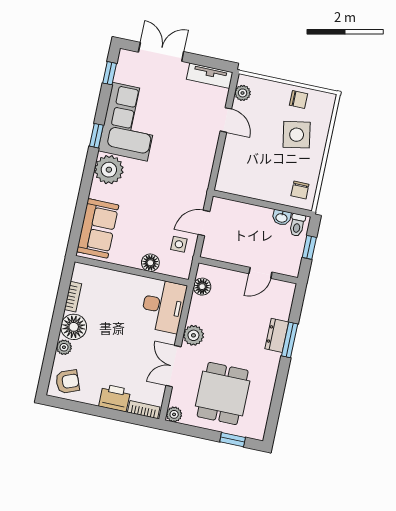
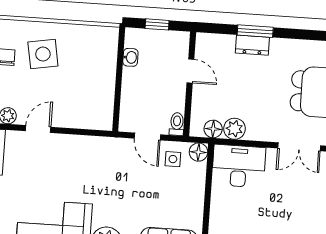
chair: (300, 190) -> (99, 42), removed
toilet: (297, 225) -> (177, 124), moved, turned -90
floor lamp: (150, 263) -> (198, 152), moved
plant: (193, 335) -> (234, 129), moved

